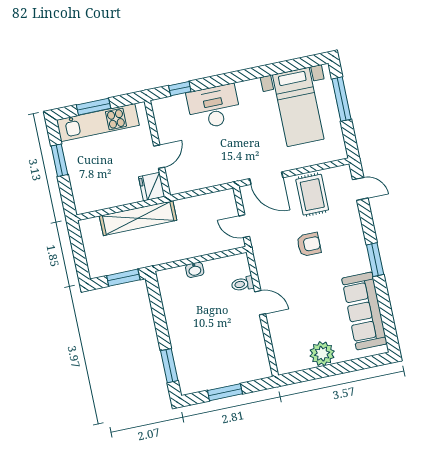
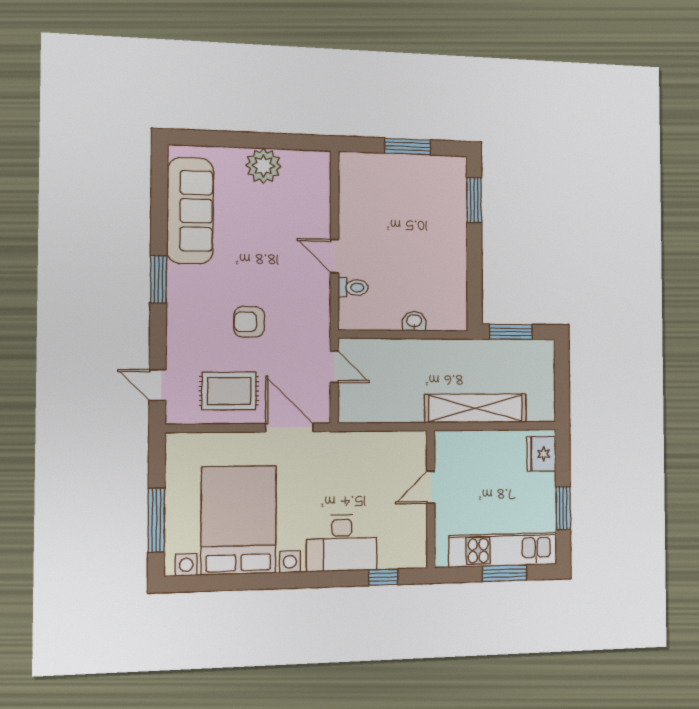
bed with nightstands: (298, 107) -> (239, 520), width x1.36
fridge: (152, 187) -> (541, 454), moved, turned 180
rug: (312, 195) -> (229, 391), turned 90

